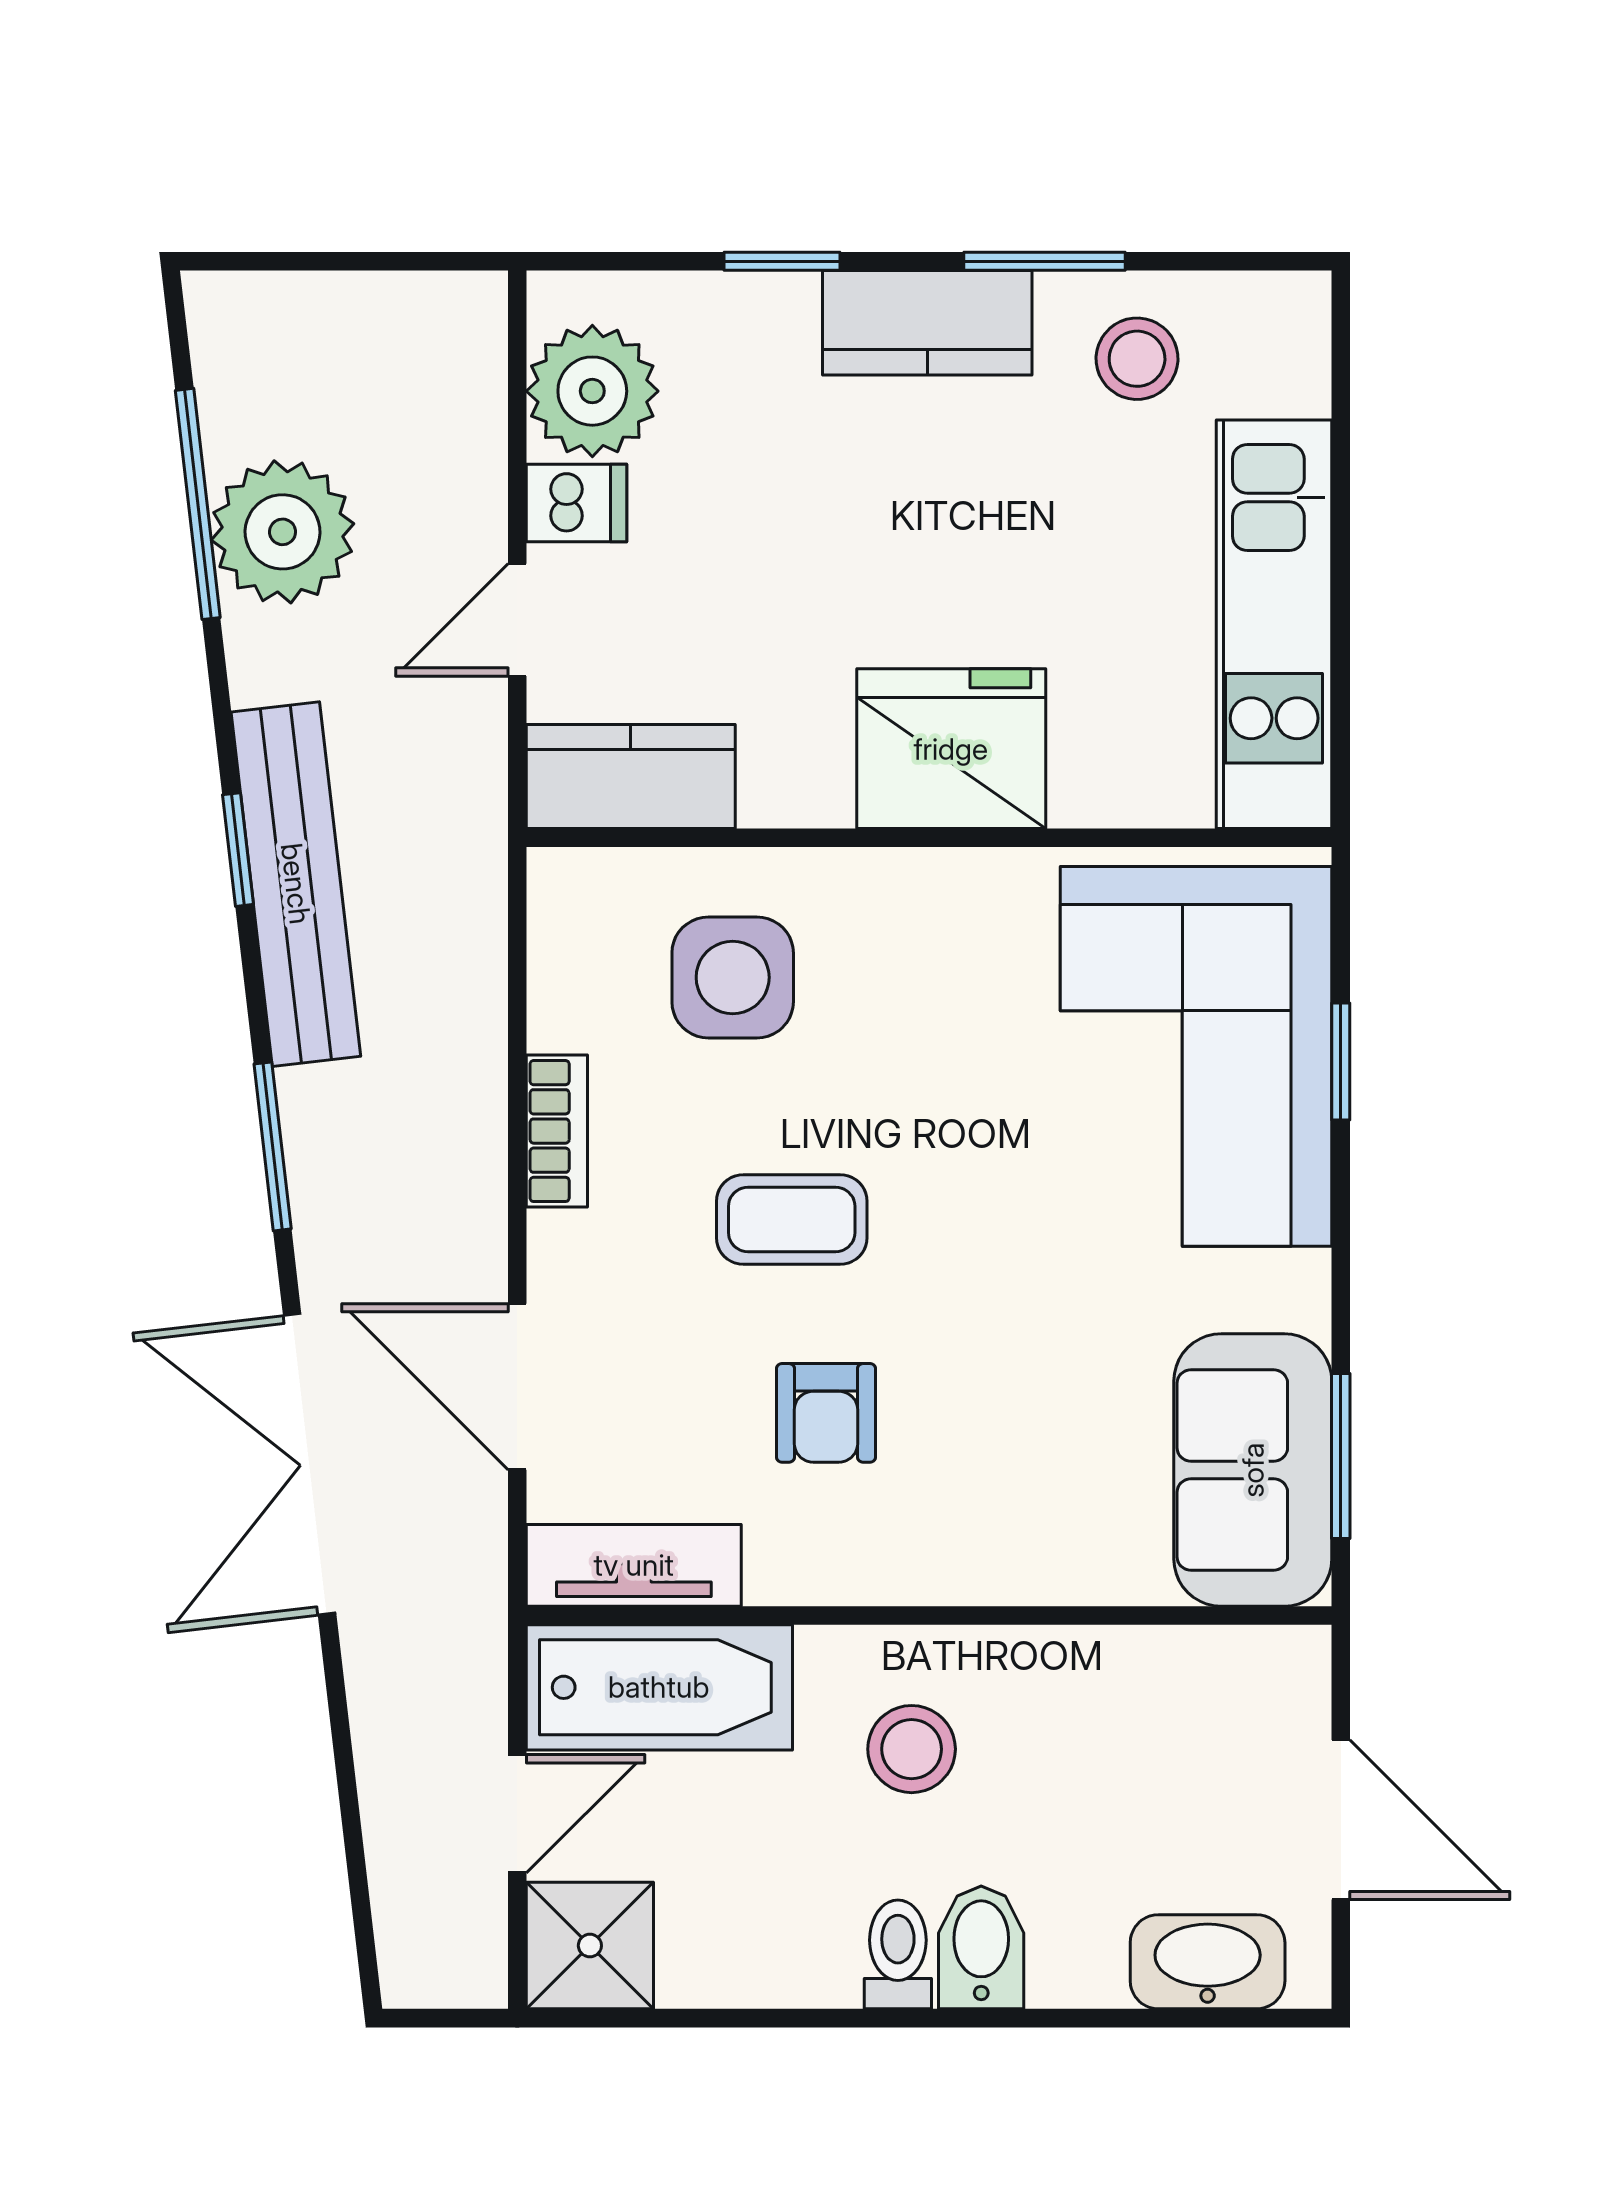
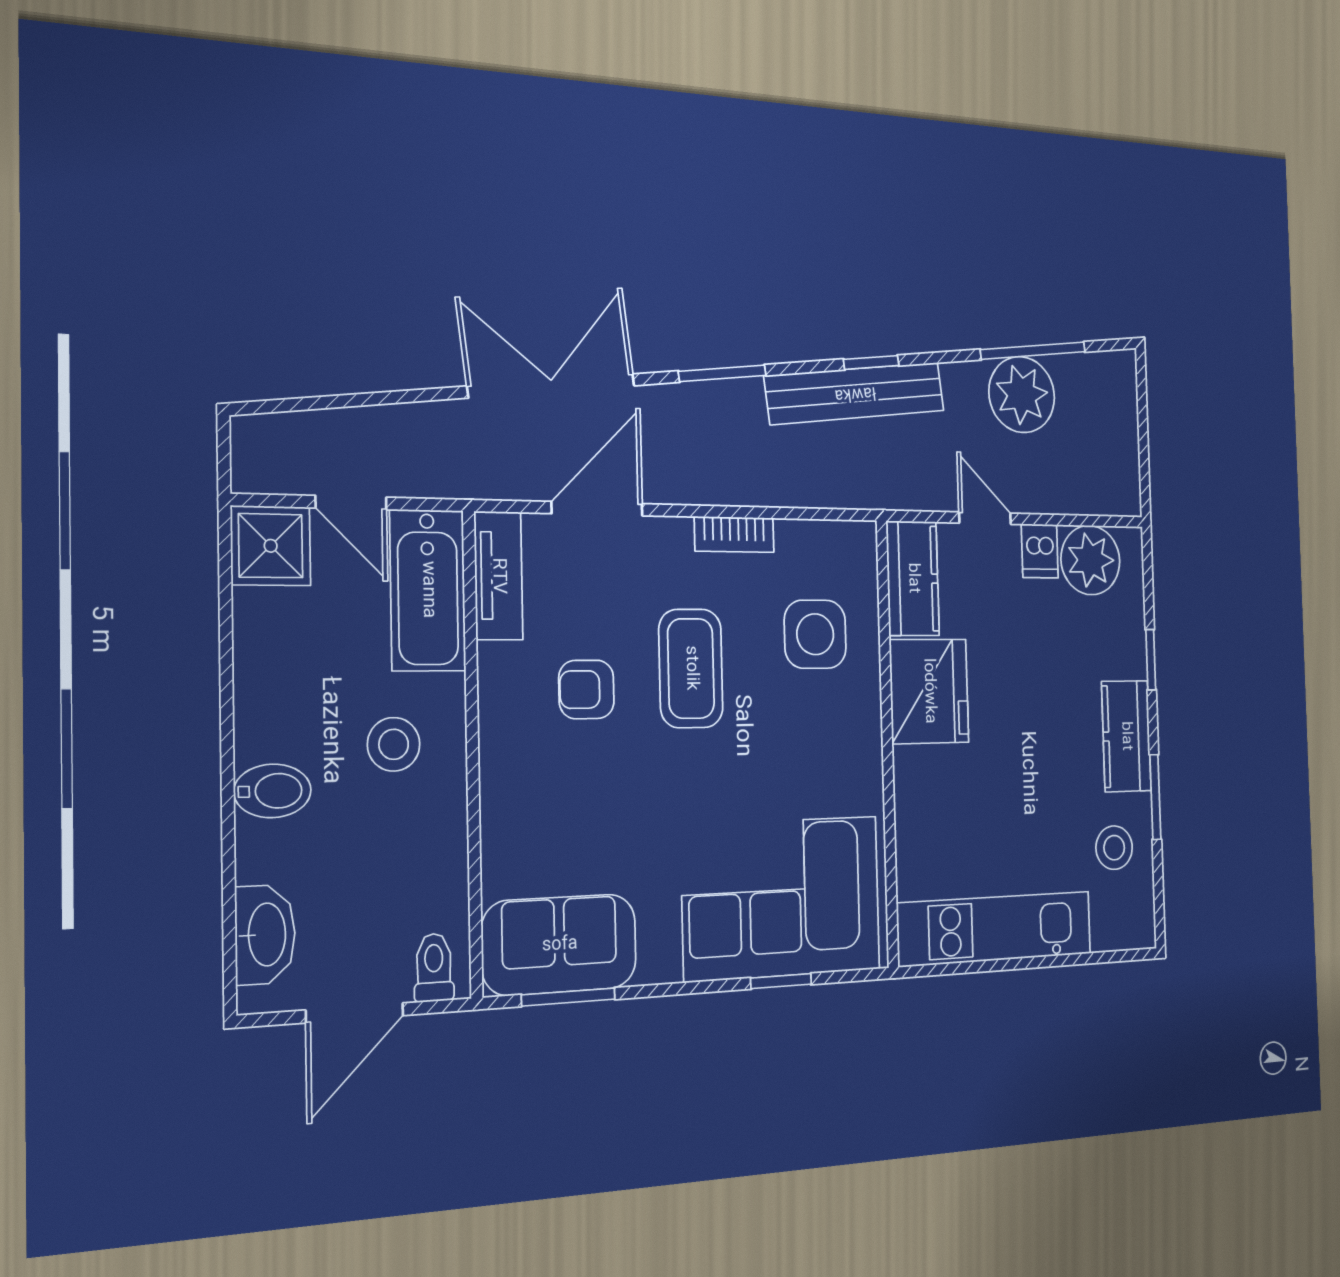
fridge: (951, 749) -> (929, 691), moved
coffee table: (792, 1219) -> (691, 668), width x1.36, depth x1.30
toilet: (898, 1954) -> (434, 968), moved, turned -90

